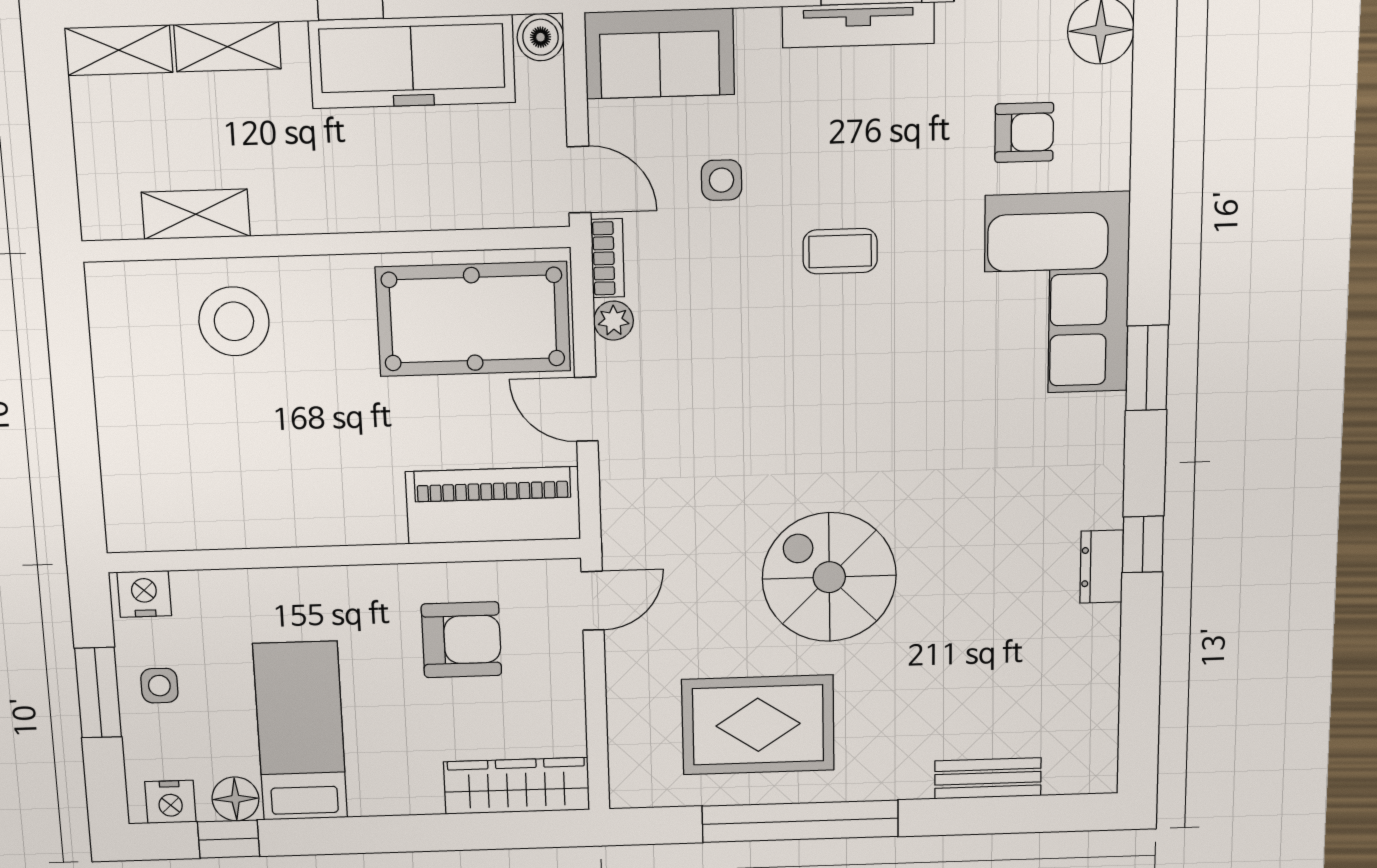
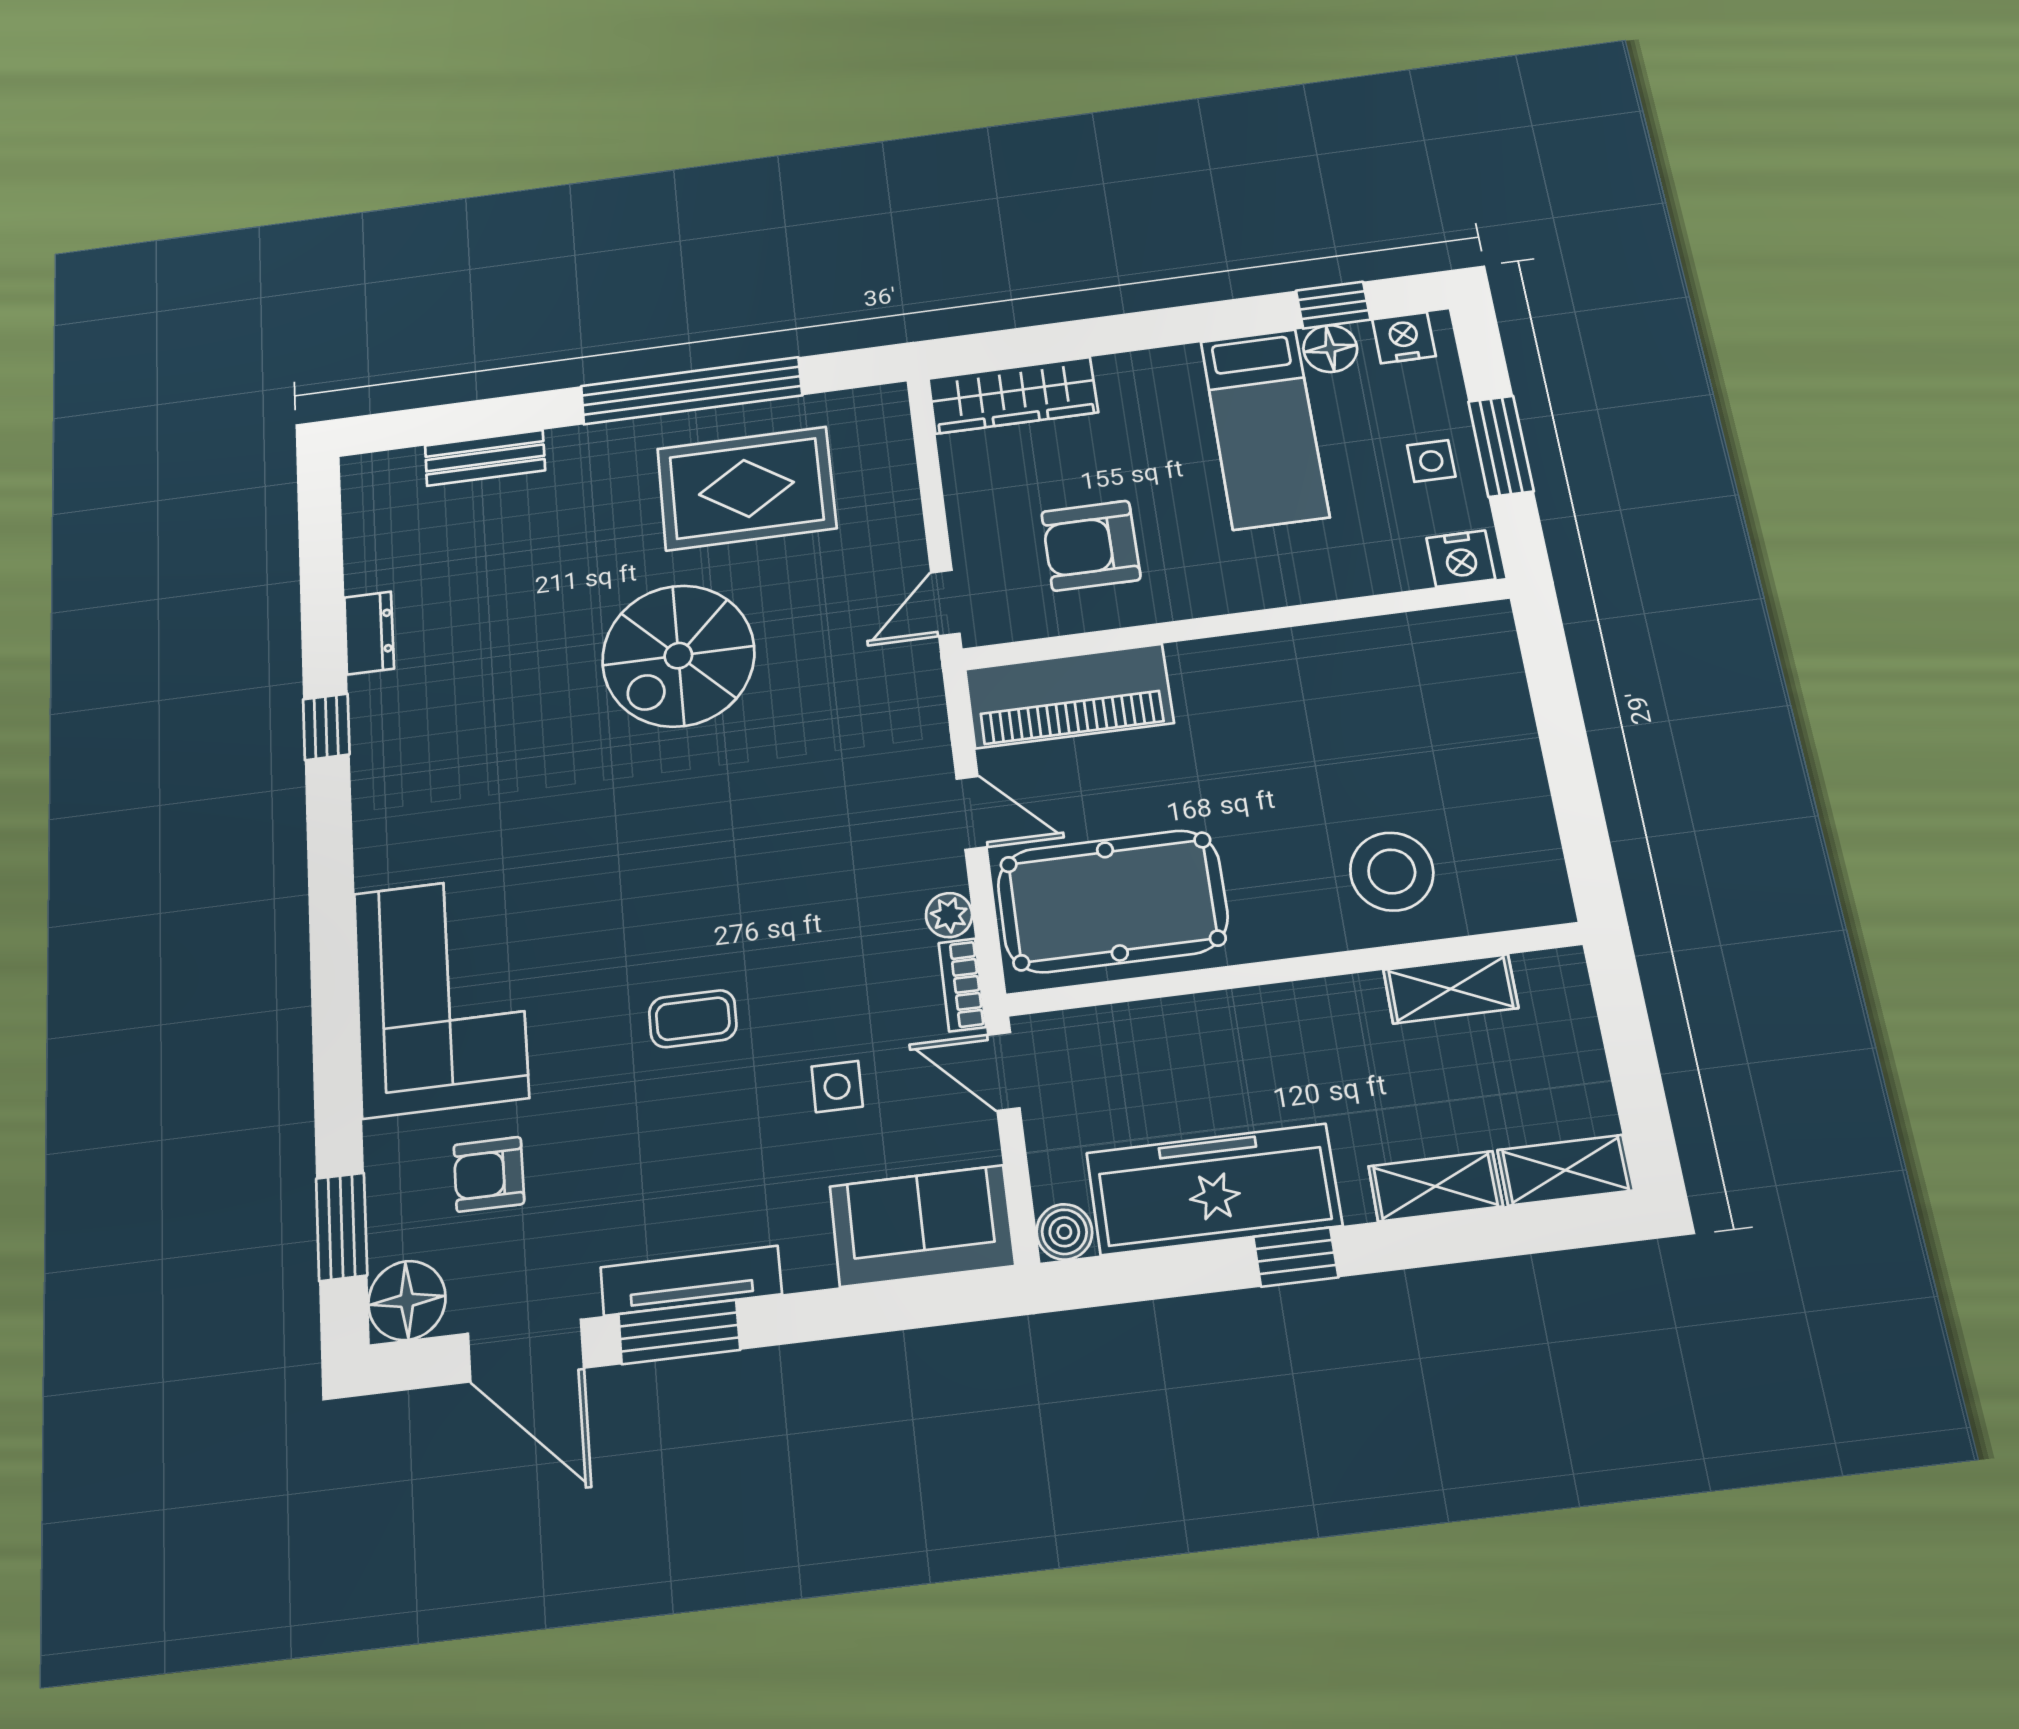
window: (1147, 368) -> (342, 1227), moved
dresser: (1102, 567) -> (369, 633), moved
spiral stairs: (829, 577) -> (678, 656), turned 90

